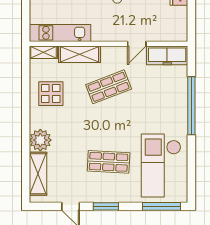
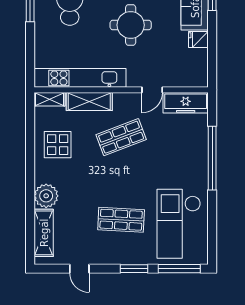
kitchen unit: (60, 33) -> (80, 78), width x1.36
window: (106, 206) -> (134, 269), moved

